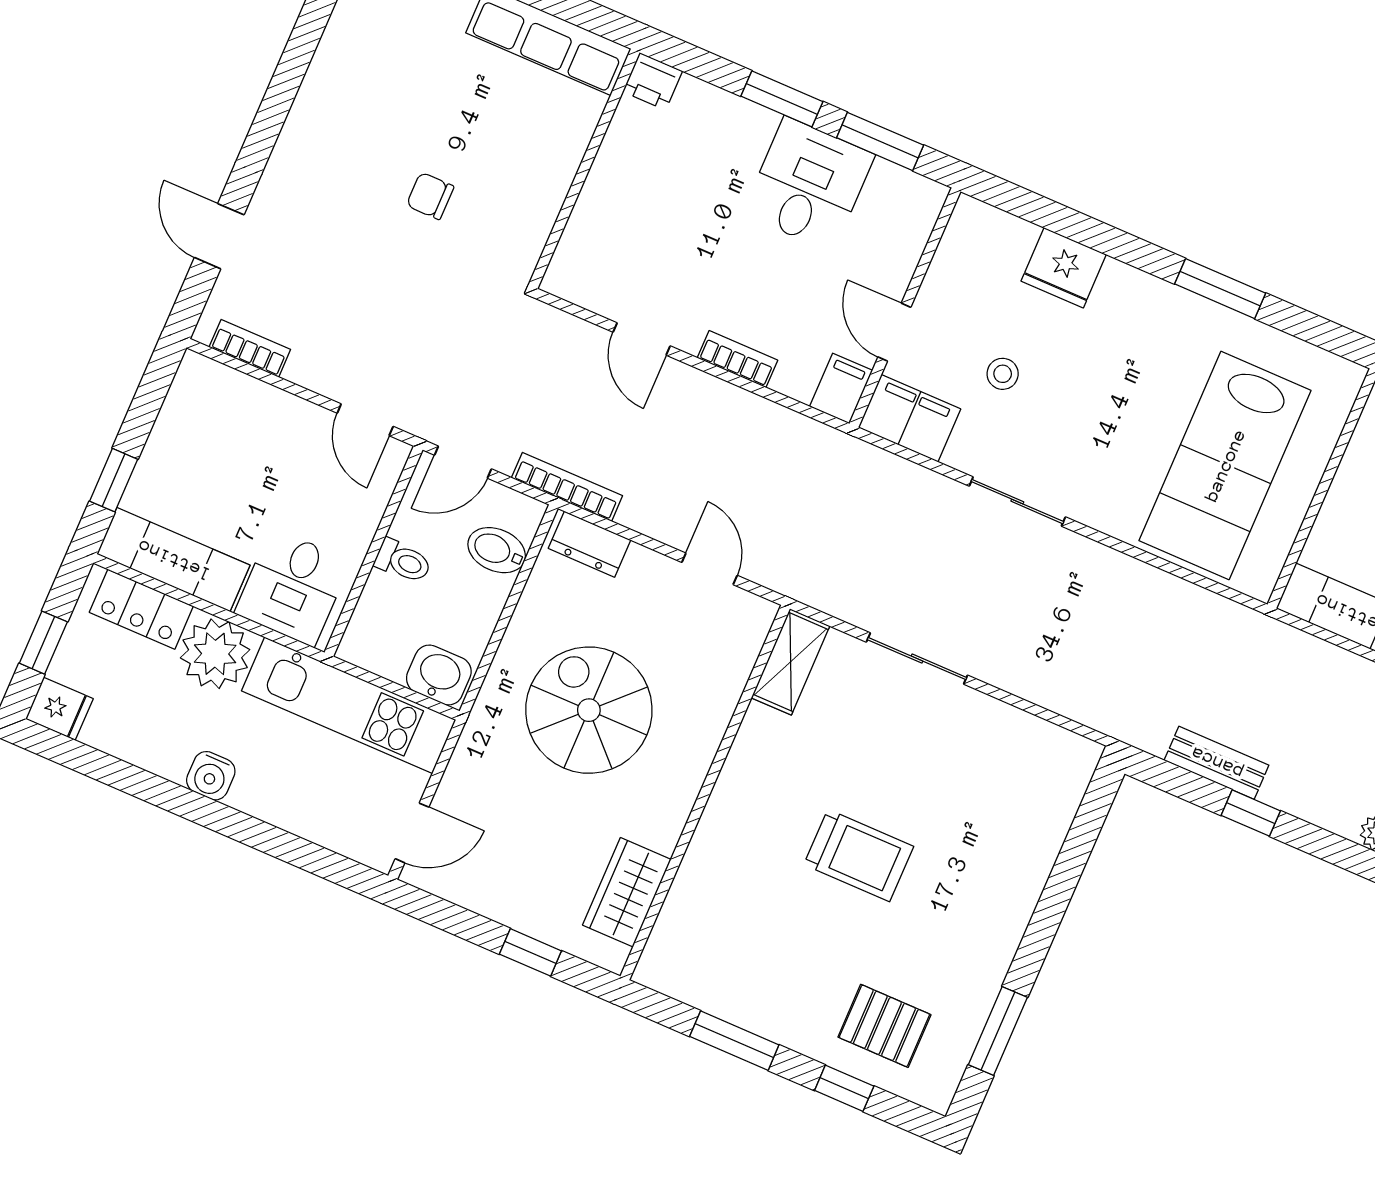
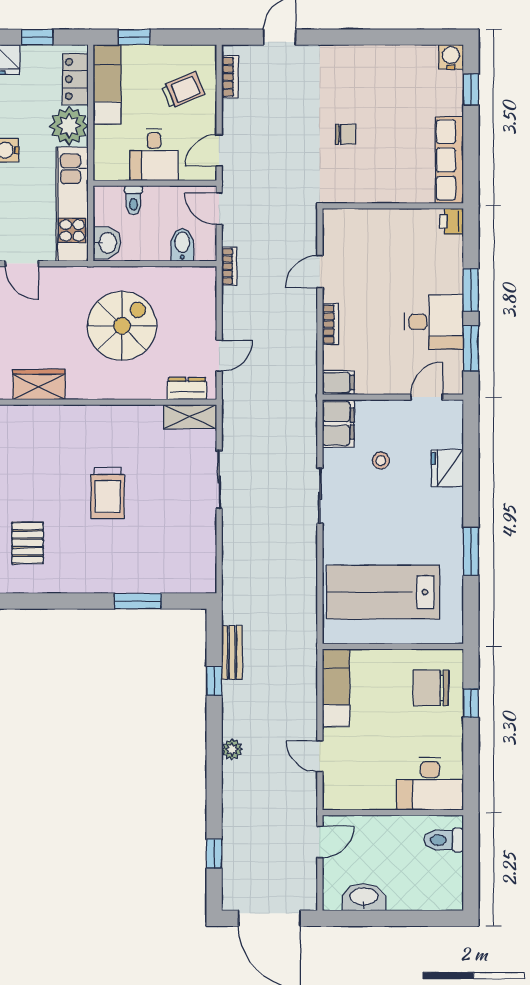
chair: (430, 196) -> (346, 134), turned 90
door: (894, 332) -> (427, 397), moved
trolley: (238, 437) -> (183, 90), added
bookcase: (567, 487) -> (229, 266), width x0.64
dresser: (590, 544) -> (187, 388), moved, turned 90
toilet: (403, 561) -> (134, 200), moved
desk: (293, 587) -> (154, 155), moved, turned -90
window: (998, 1031) -> (138, 601), moved

